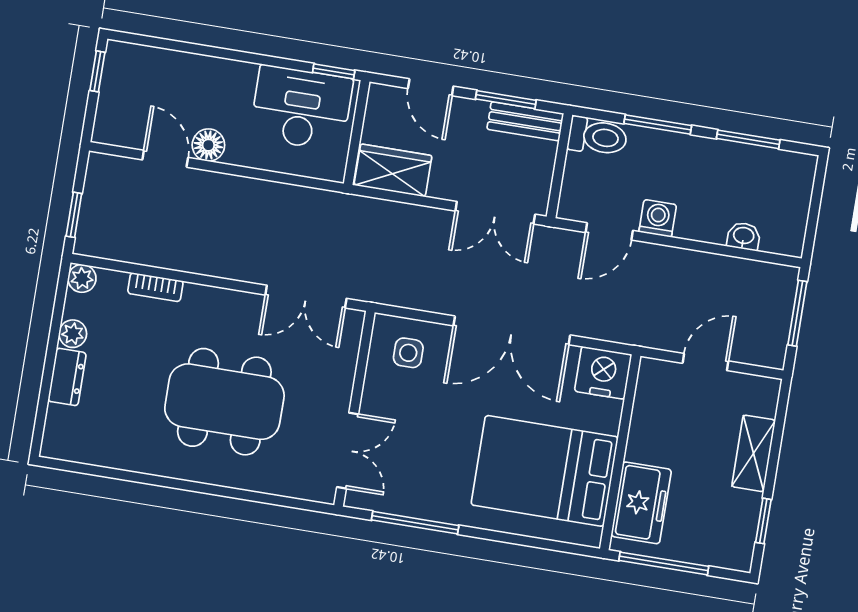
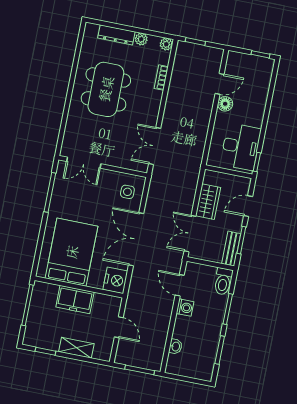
wardrobe: (393, 170) -> (208, 202), moved
dresser: (67, 377) -> (116, 35), width x1.44
dining table: (224, 402) -> (106, 89), moved
freezer: (641, 503) -> (75, 300), moved

